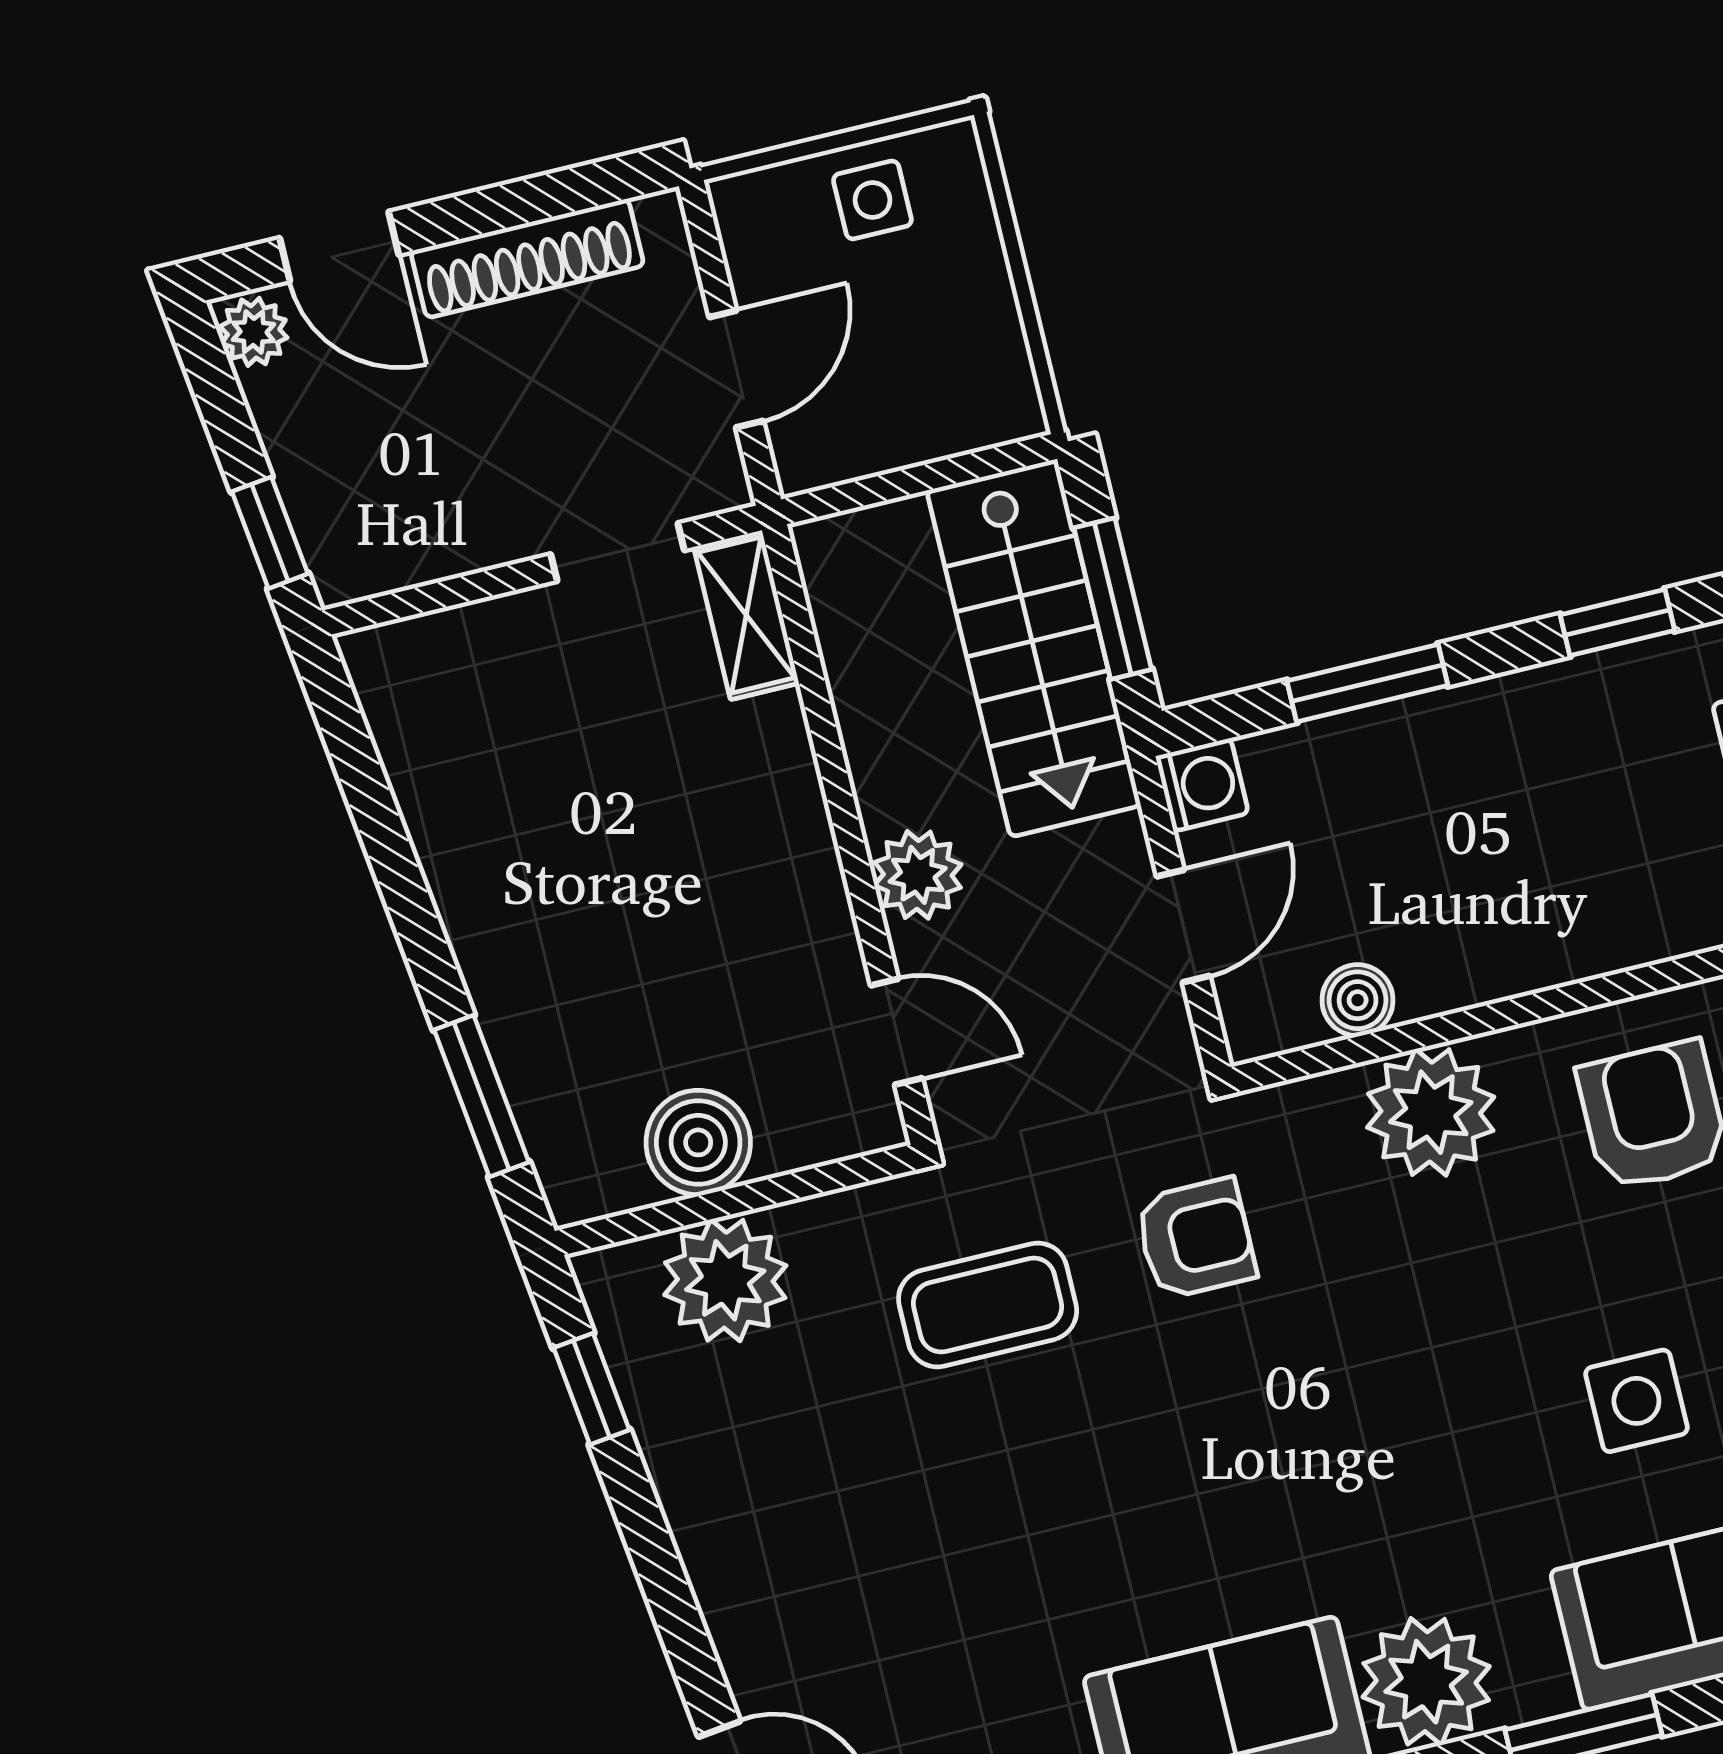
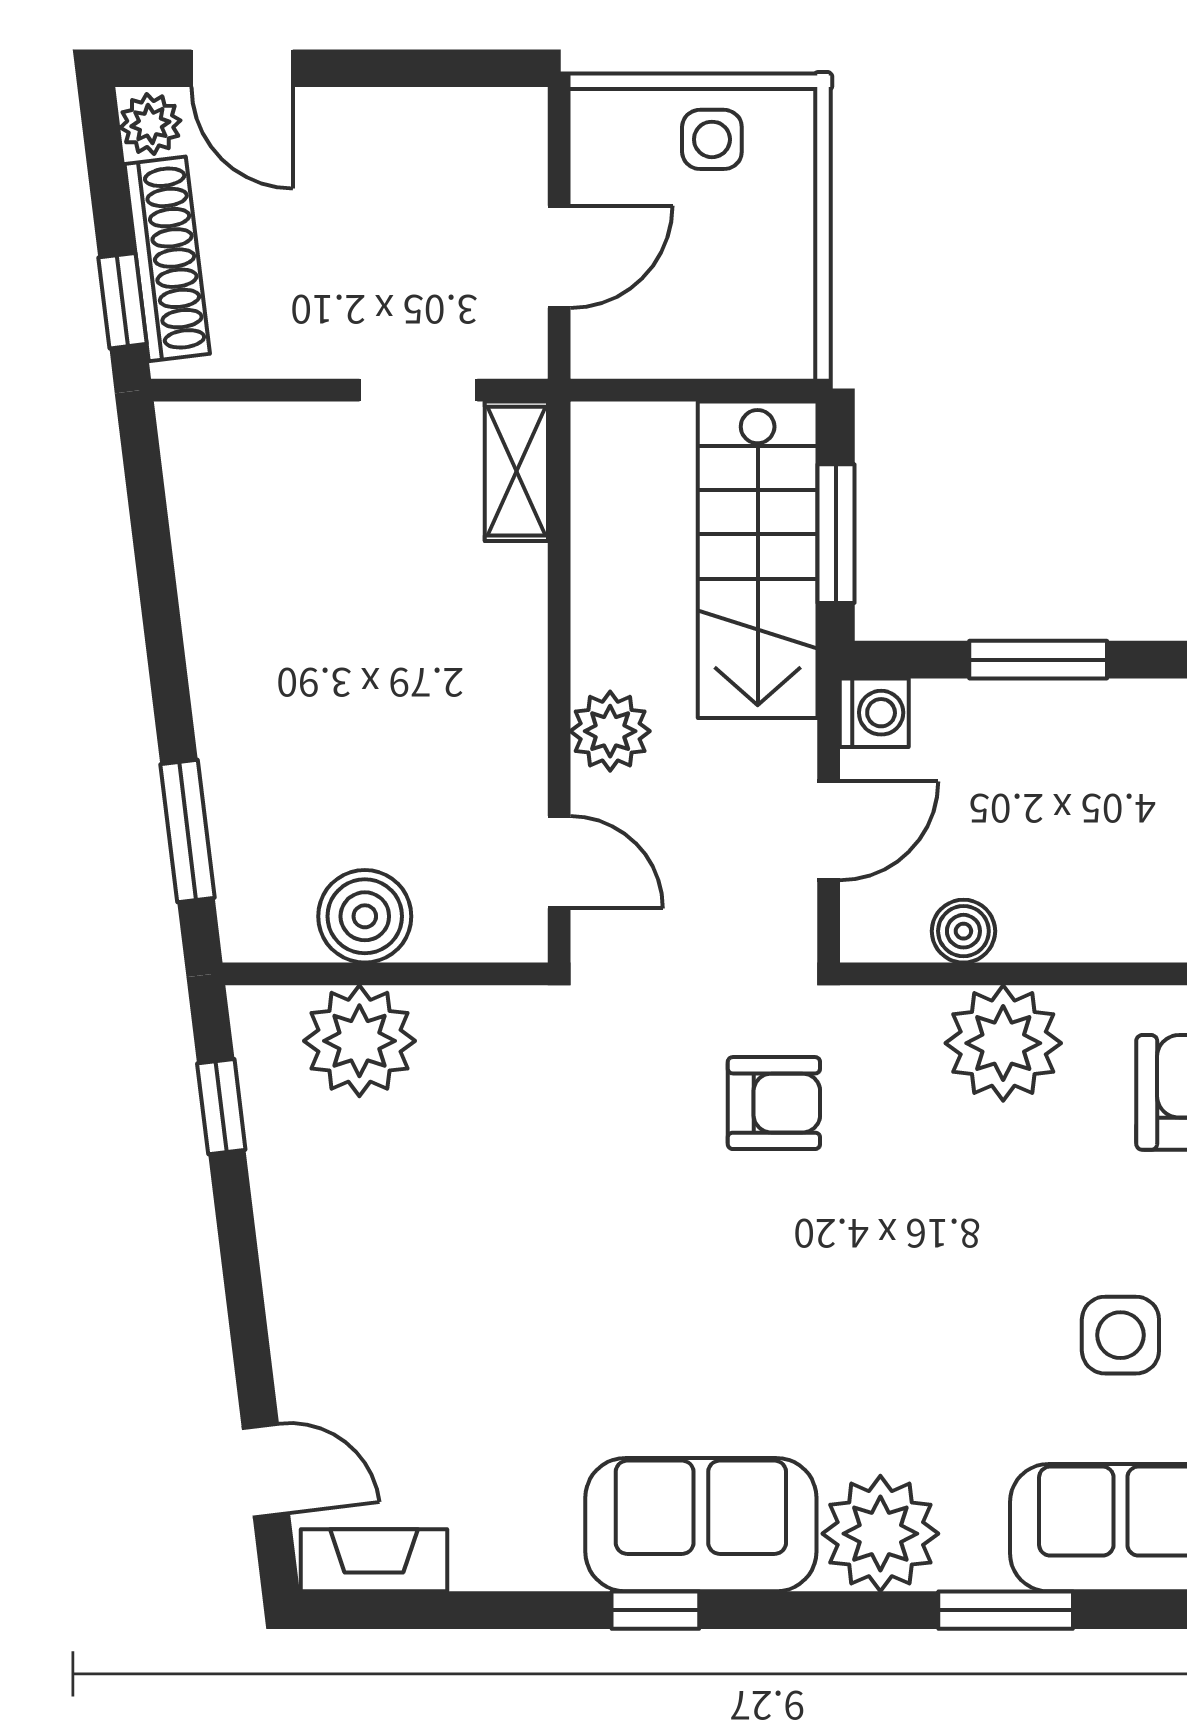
shoe rack: (527, 258) -> (167, 259), moved, turned -97
coffee table: (988, 1305) -> (581, 1117), removed

